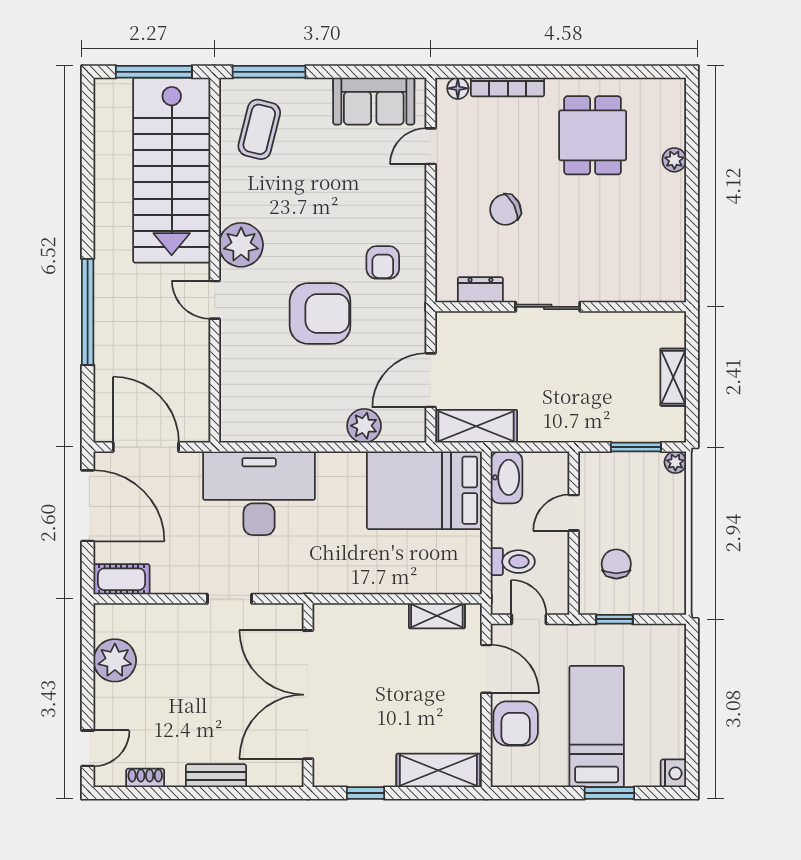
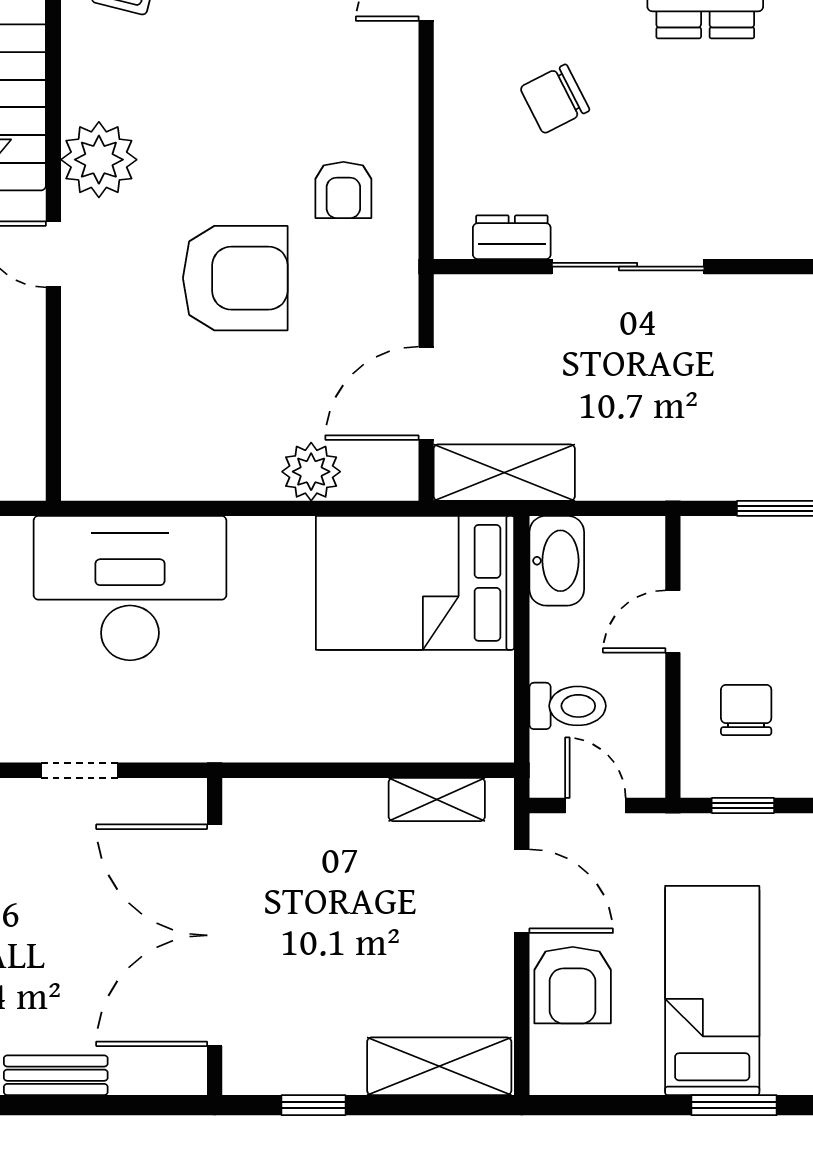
sliding door: (548, 307) -> (628, 267), width x1.37

